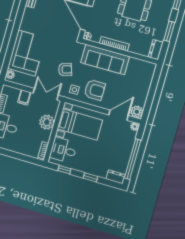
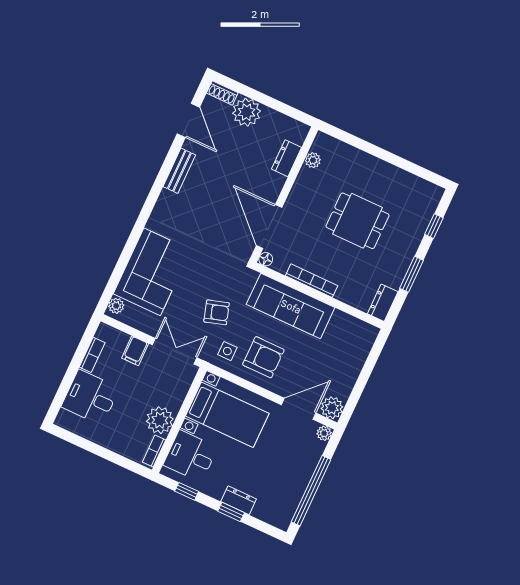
plant: (47, 122) -> (160, 420), moved
dresser: (116, 177) -> (239, 500), moved

